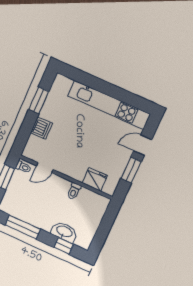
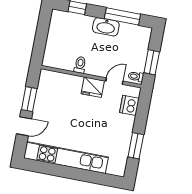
dishwasher: (41, 128) -> (129, 105), moved
fridge: (95, 179) -> (93, 87), moved
washbasin: (64, 232) -> (106, 27), moved

